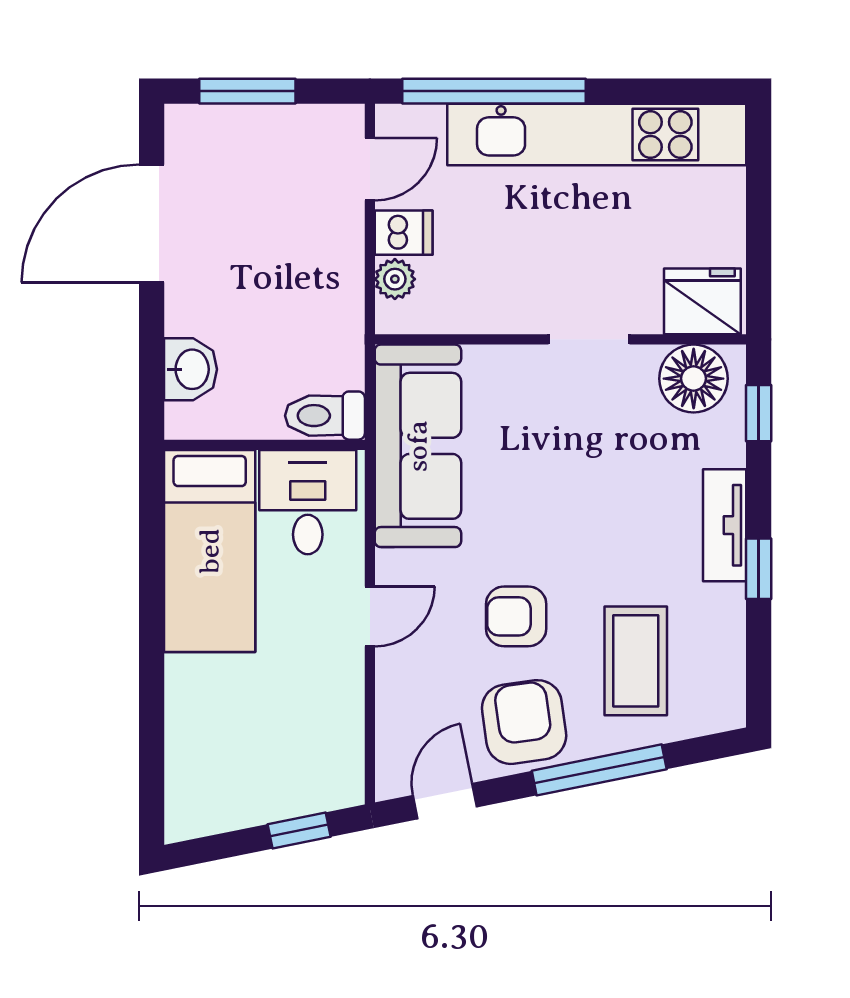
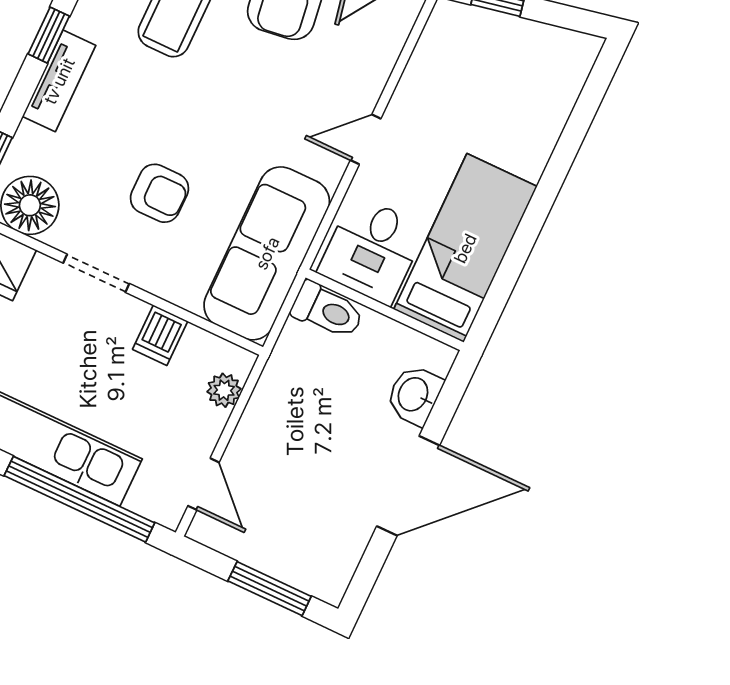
door: (370, 169) -> (203, 484), swing flipped
door: (152, 224) -> (408, 486), moved
dishwasher: (404, 233) -> (160, 335), moved, turned -90
armchair: (516, 616) -> (159, 193), moved

